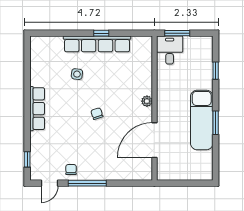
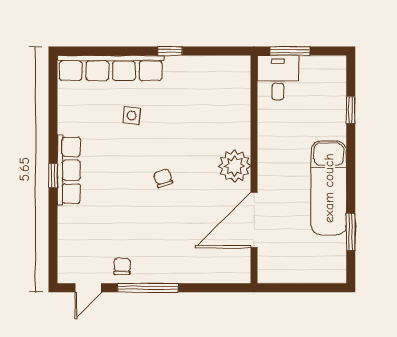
row of seats: (97, 44) -> (111, 68), moved
plant: (147, 101) -> (234, 166), width x1.87, depth x1.87
window: (216, 123) -> (351, 232), moved
window: (27, 159) -> (53, 175), moved

